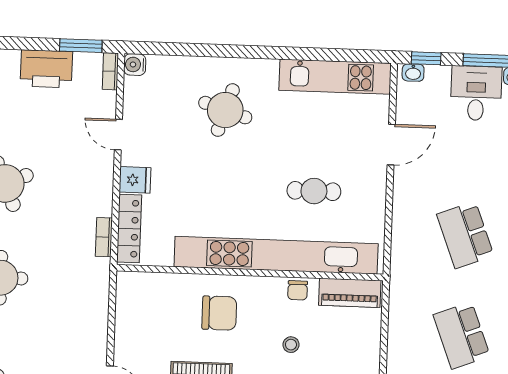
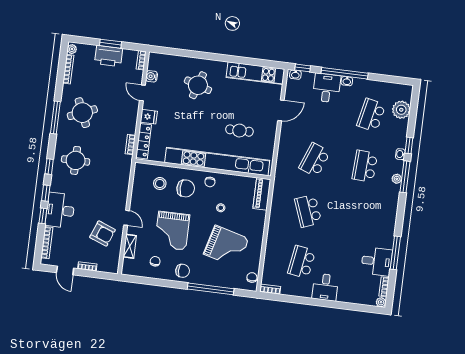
window: (81, 46) -> (110, 44), moved
water cooler: (135, 65) -> (152, 76), moved
school desk: (465, 235) -> (315, 160), turned 42
chair: (298, 290) -> (210, 182), moved
piano: (350, 293) -> (262, 194), moved, turned 90
stool: (168, 308) -> (160, 184), added

